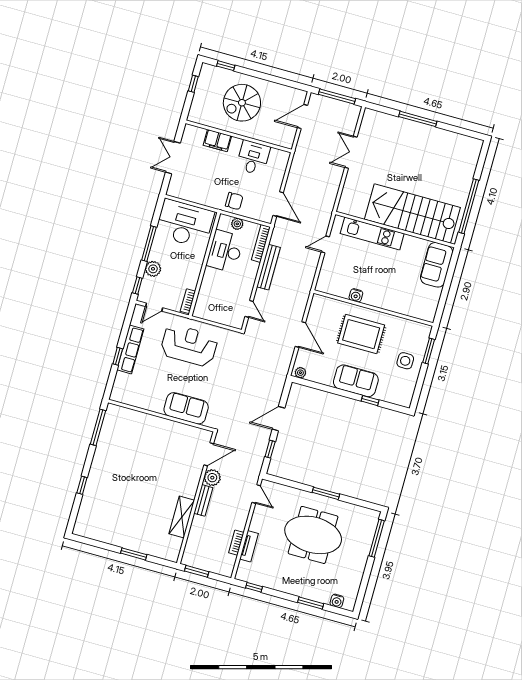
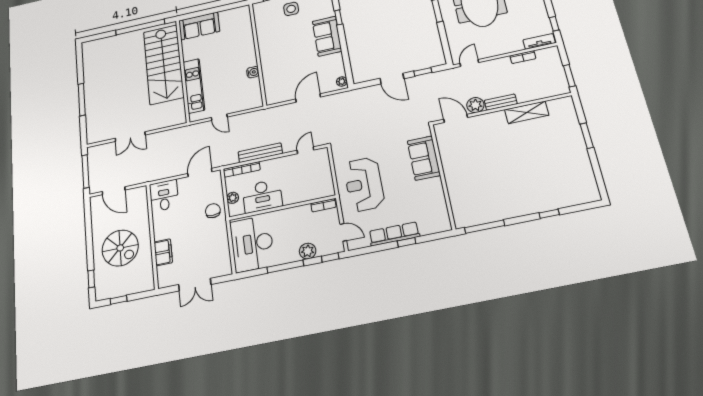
desk: (253, 158) -> (164, 196), moved, turned 90
rug: (361, 334) -> (285, 52), removed
tv unit: (249, 546) -> (539, 41), moved

